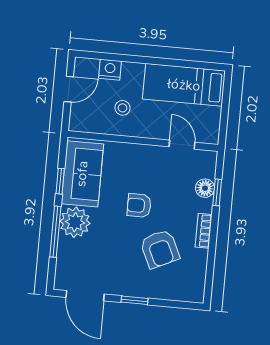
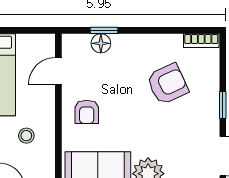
armchair: (139, 205) -> (87, 112), moved
bookcase: (204, 231) -> (201, 41), moved

